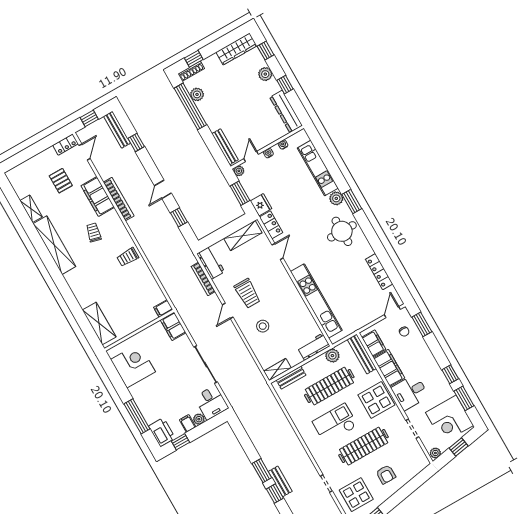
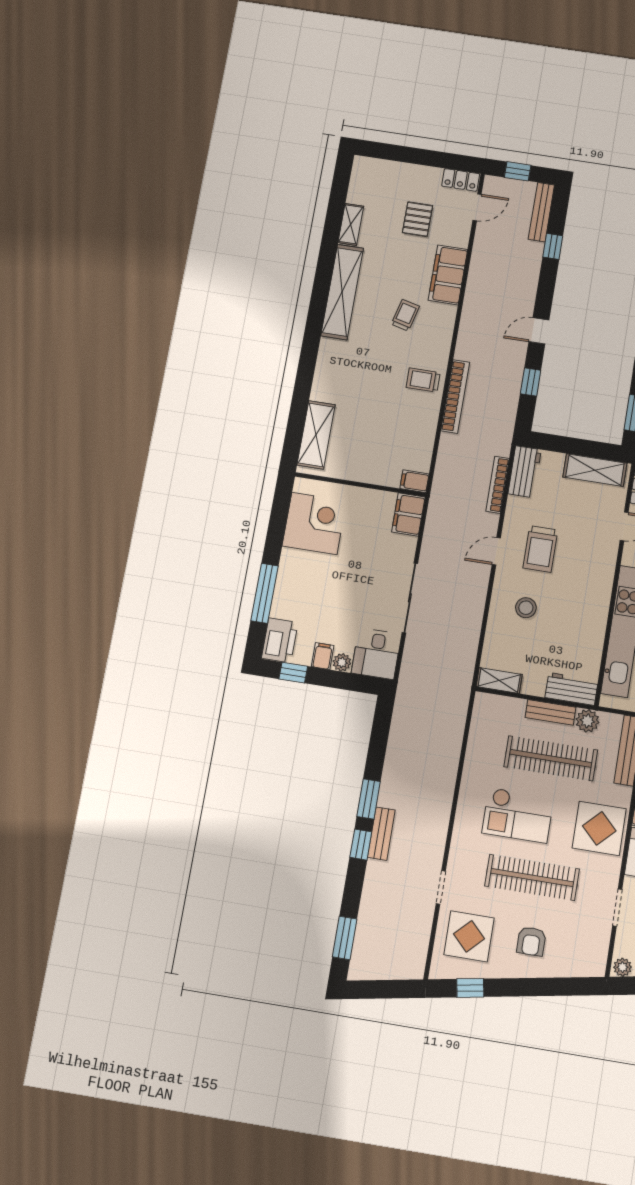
bookcase: (119, 199) -> (455, 396), moved
bench: (291, 378) -> (550, 712), moved
checkout: (335, 424) -> (518, 815), turned 180

